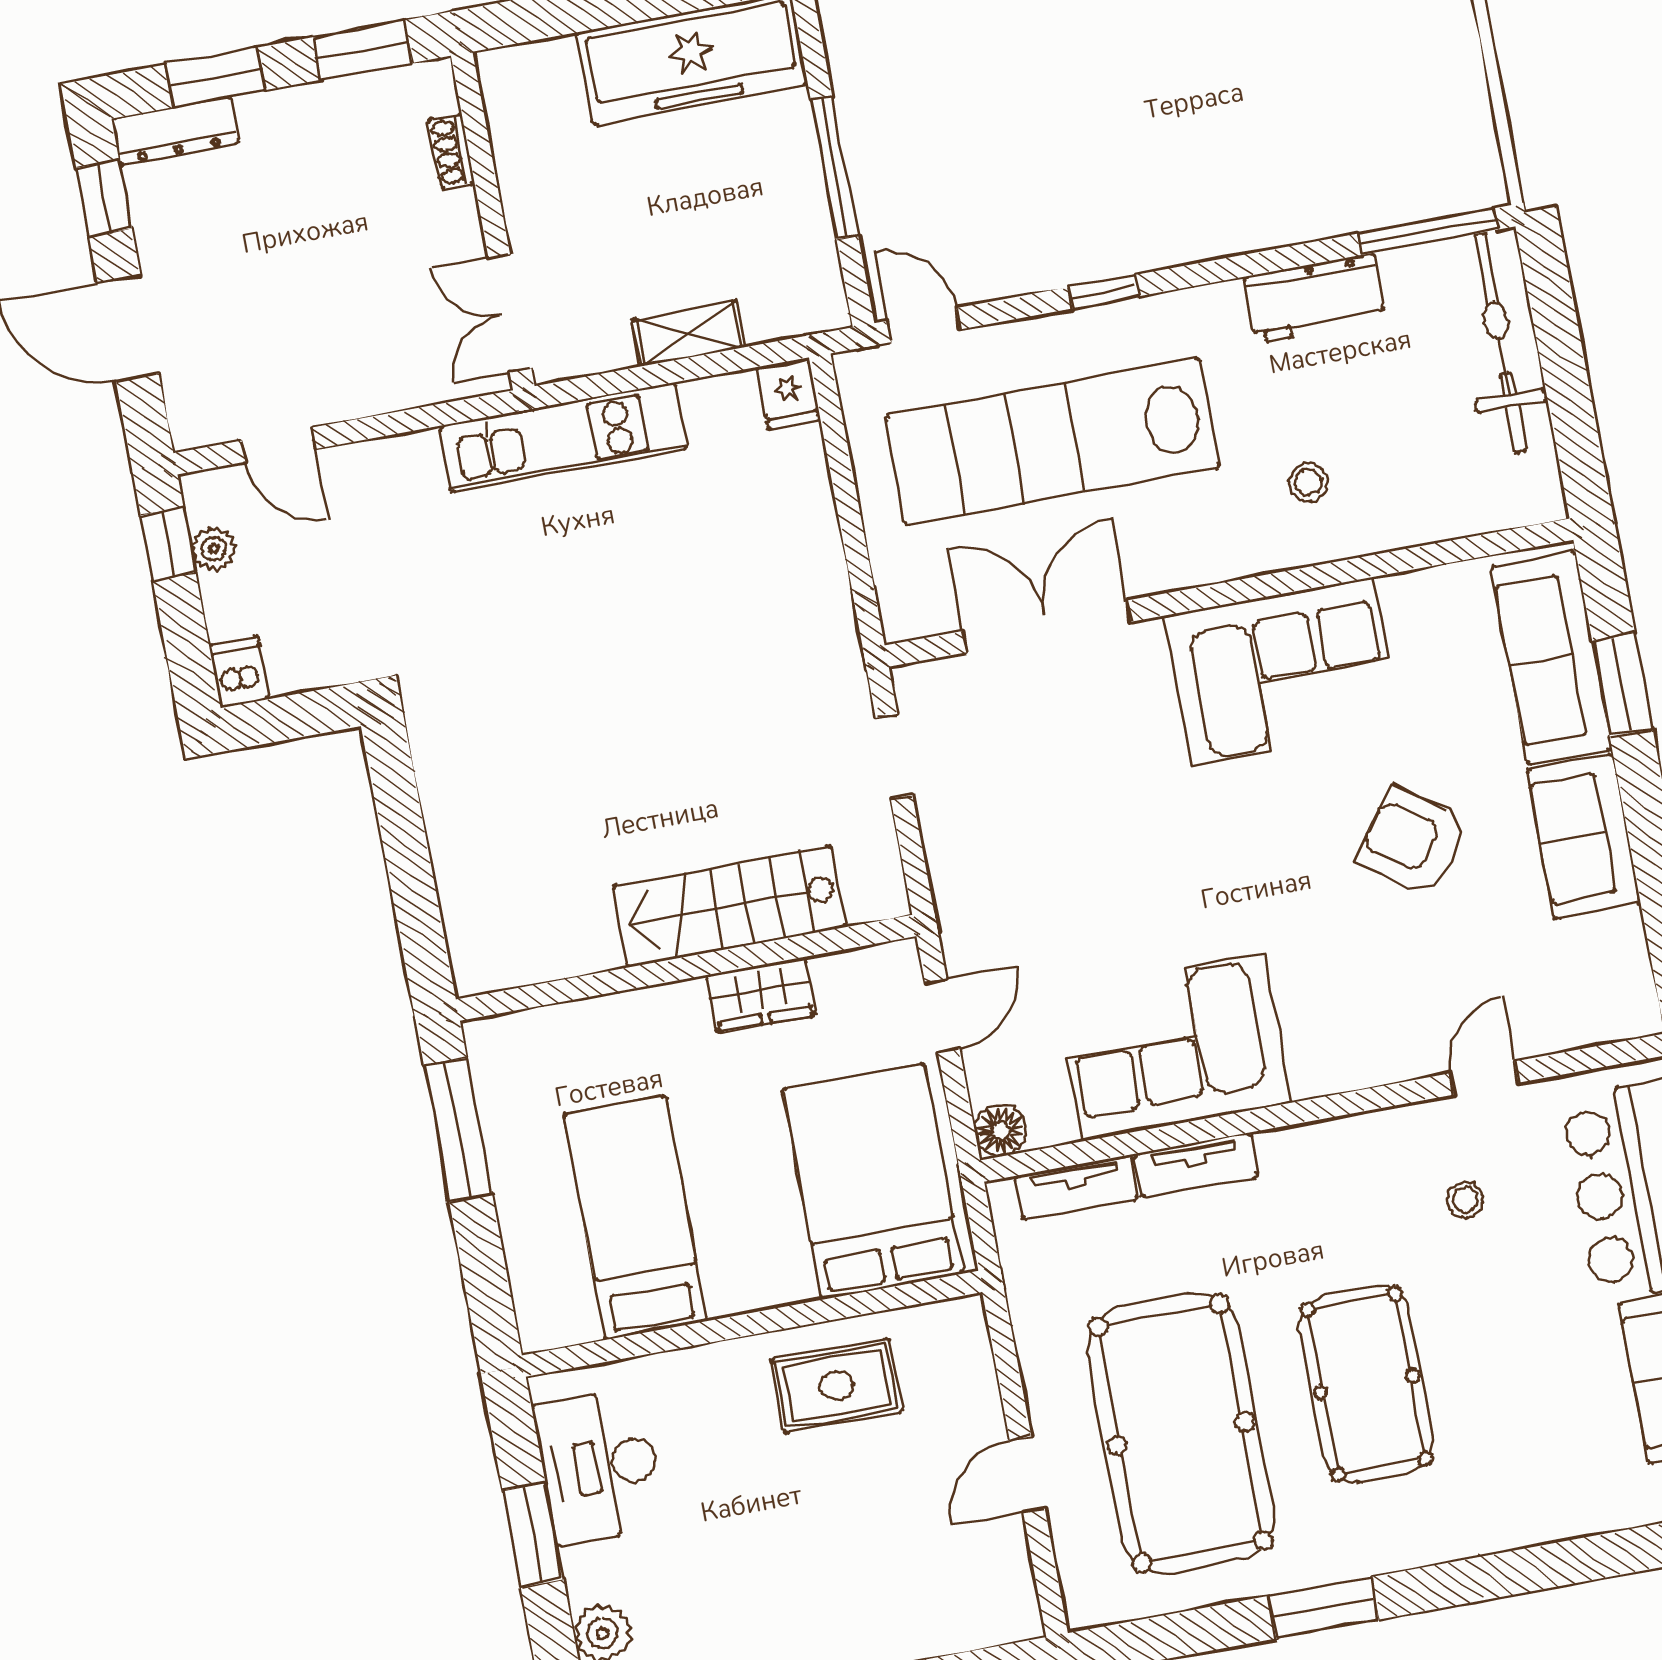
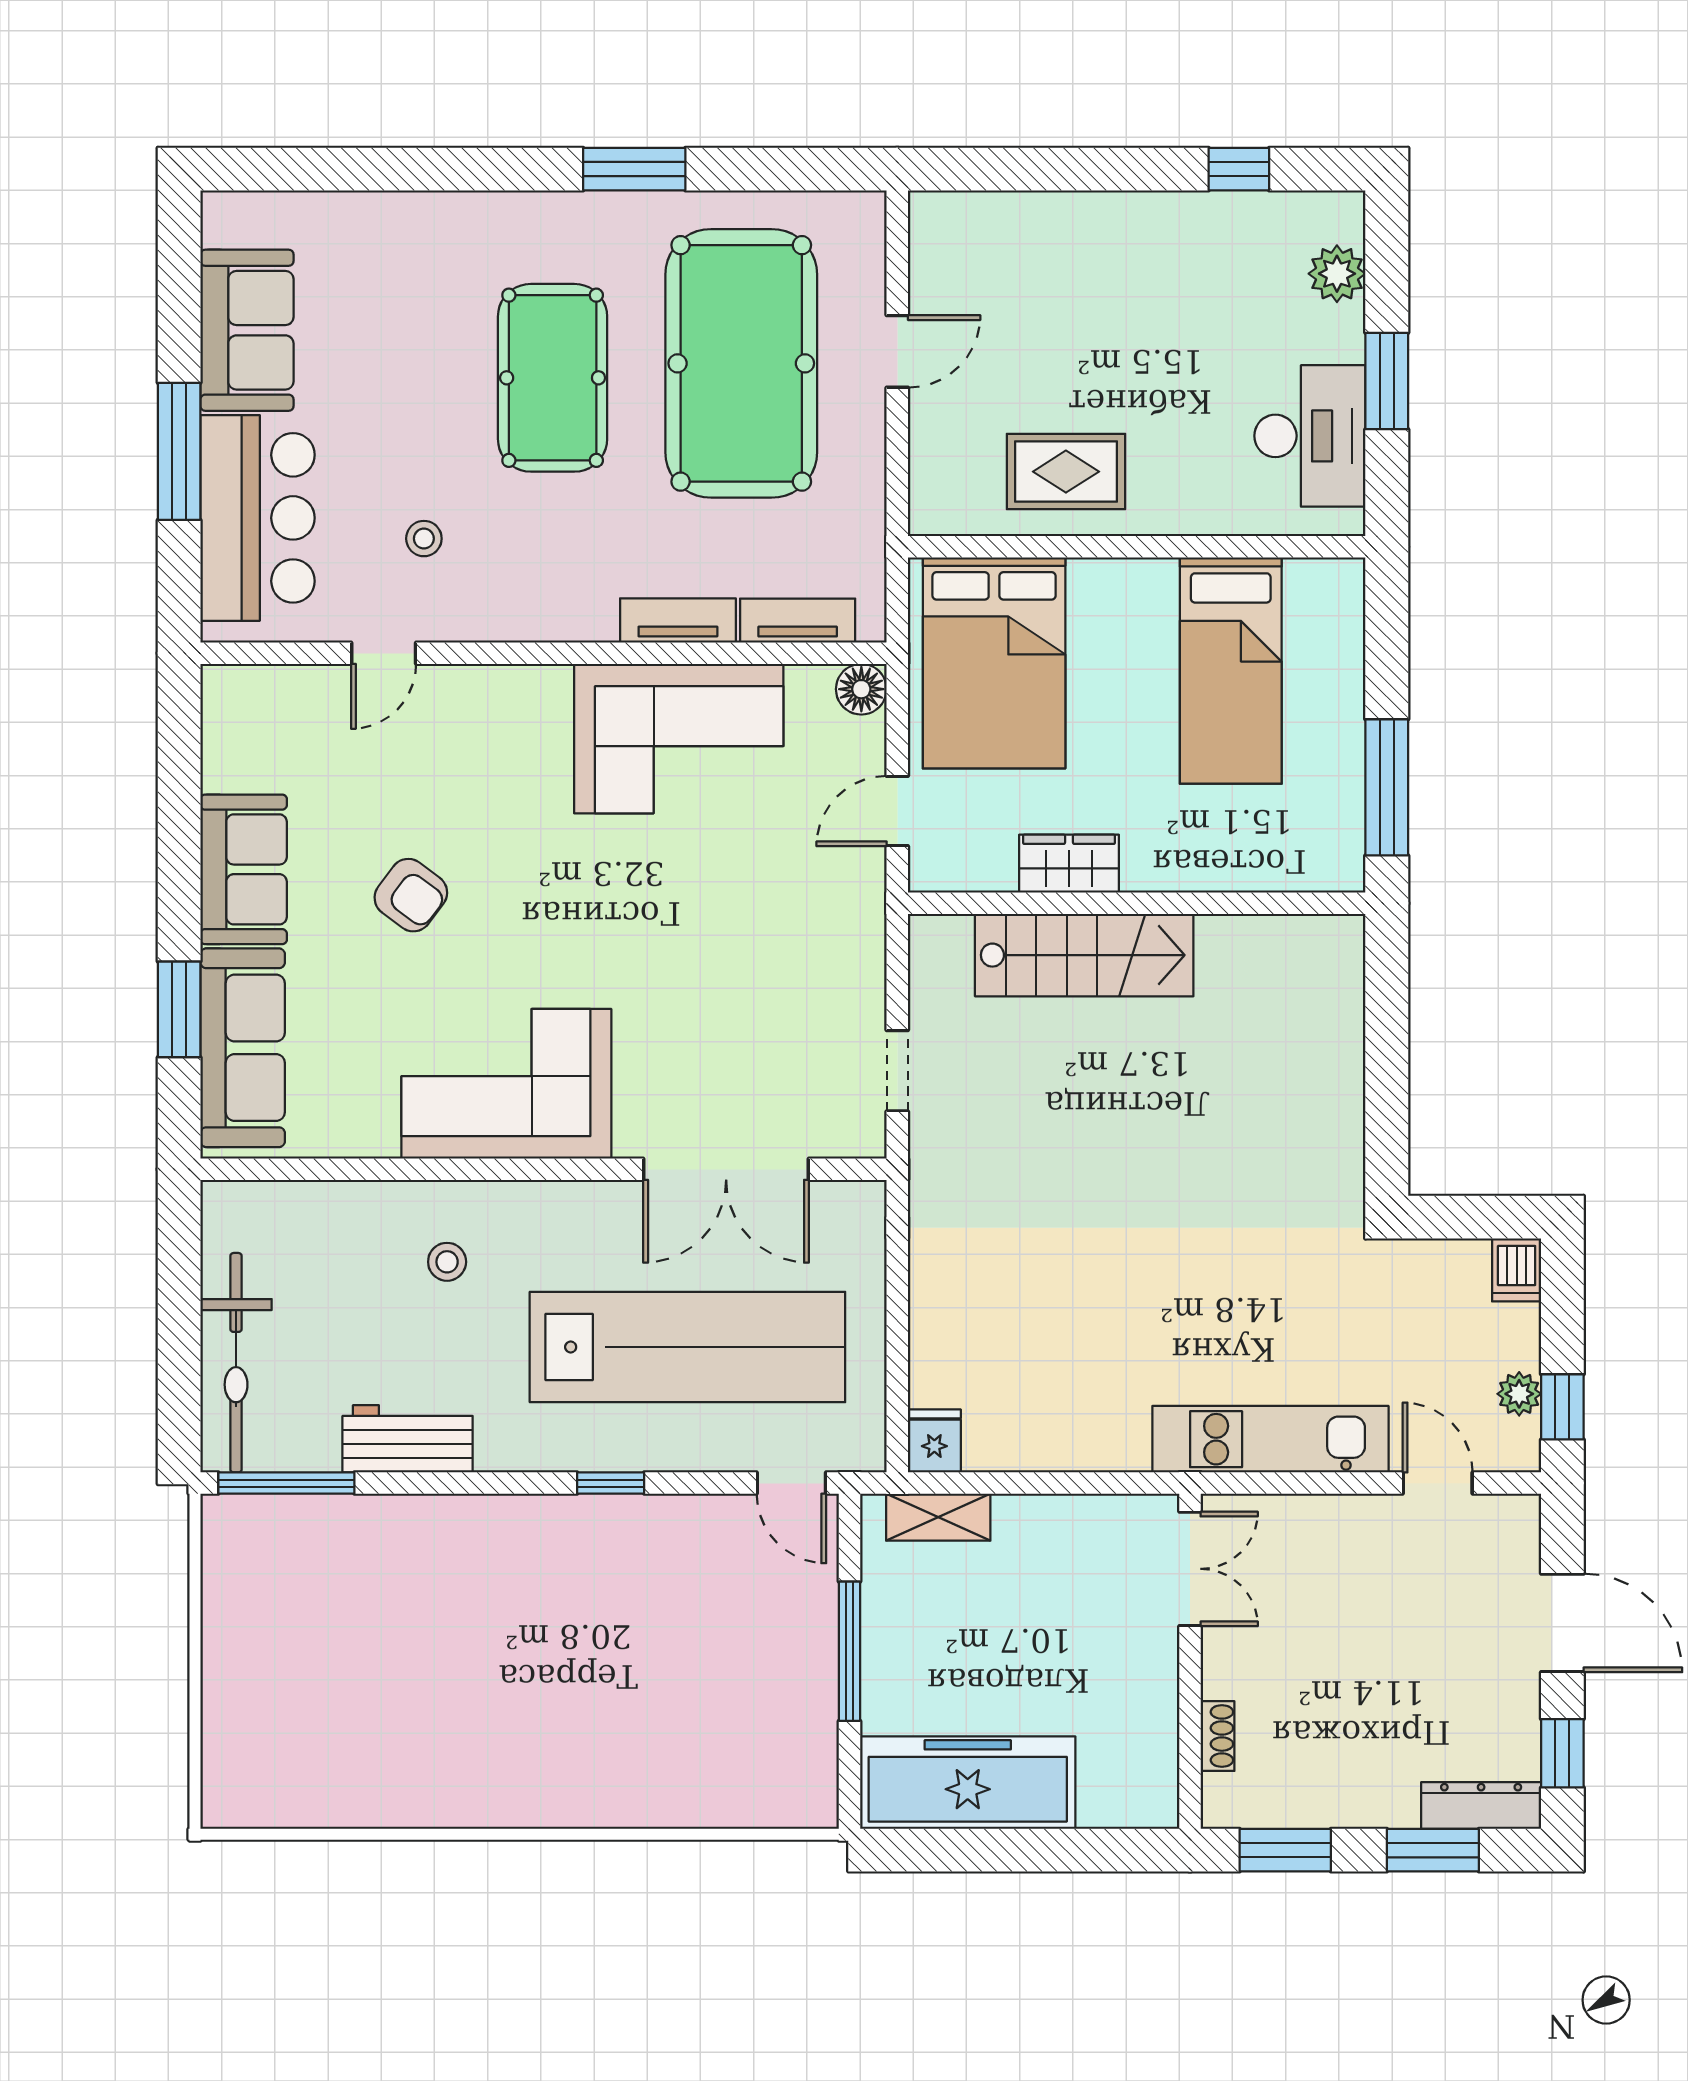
shelving: (688, 333) -> (938, 1517), moved
kitchen unit: (563, 437) -> (1270, 1439), moved
armchair: (1412, 842) -> (411, 895), width x0.72, depth x0.72

